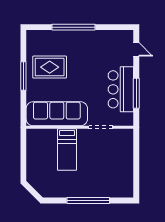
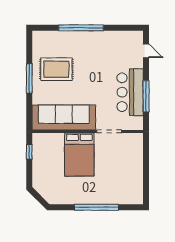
window: (23, 147) -> (29, 152), added
bed: (67, 150) -> (79, 154), width x1.50

